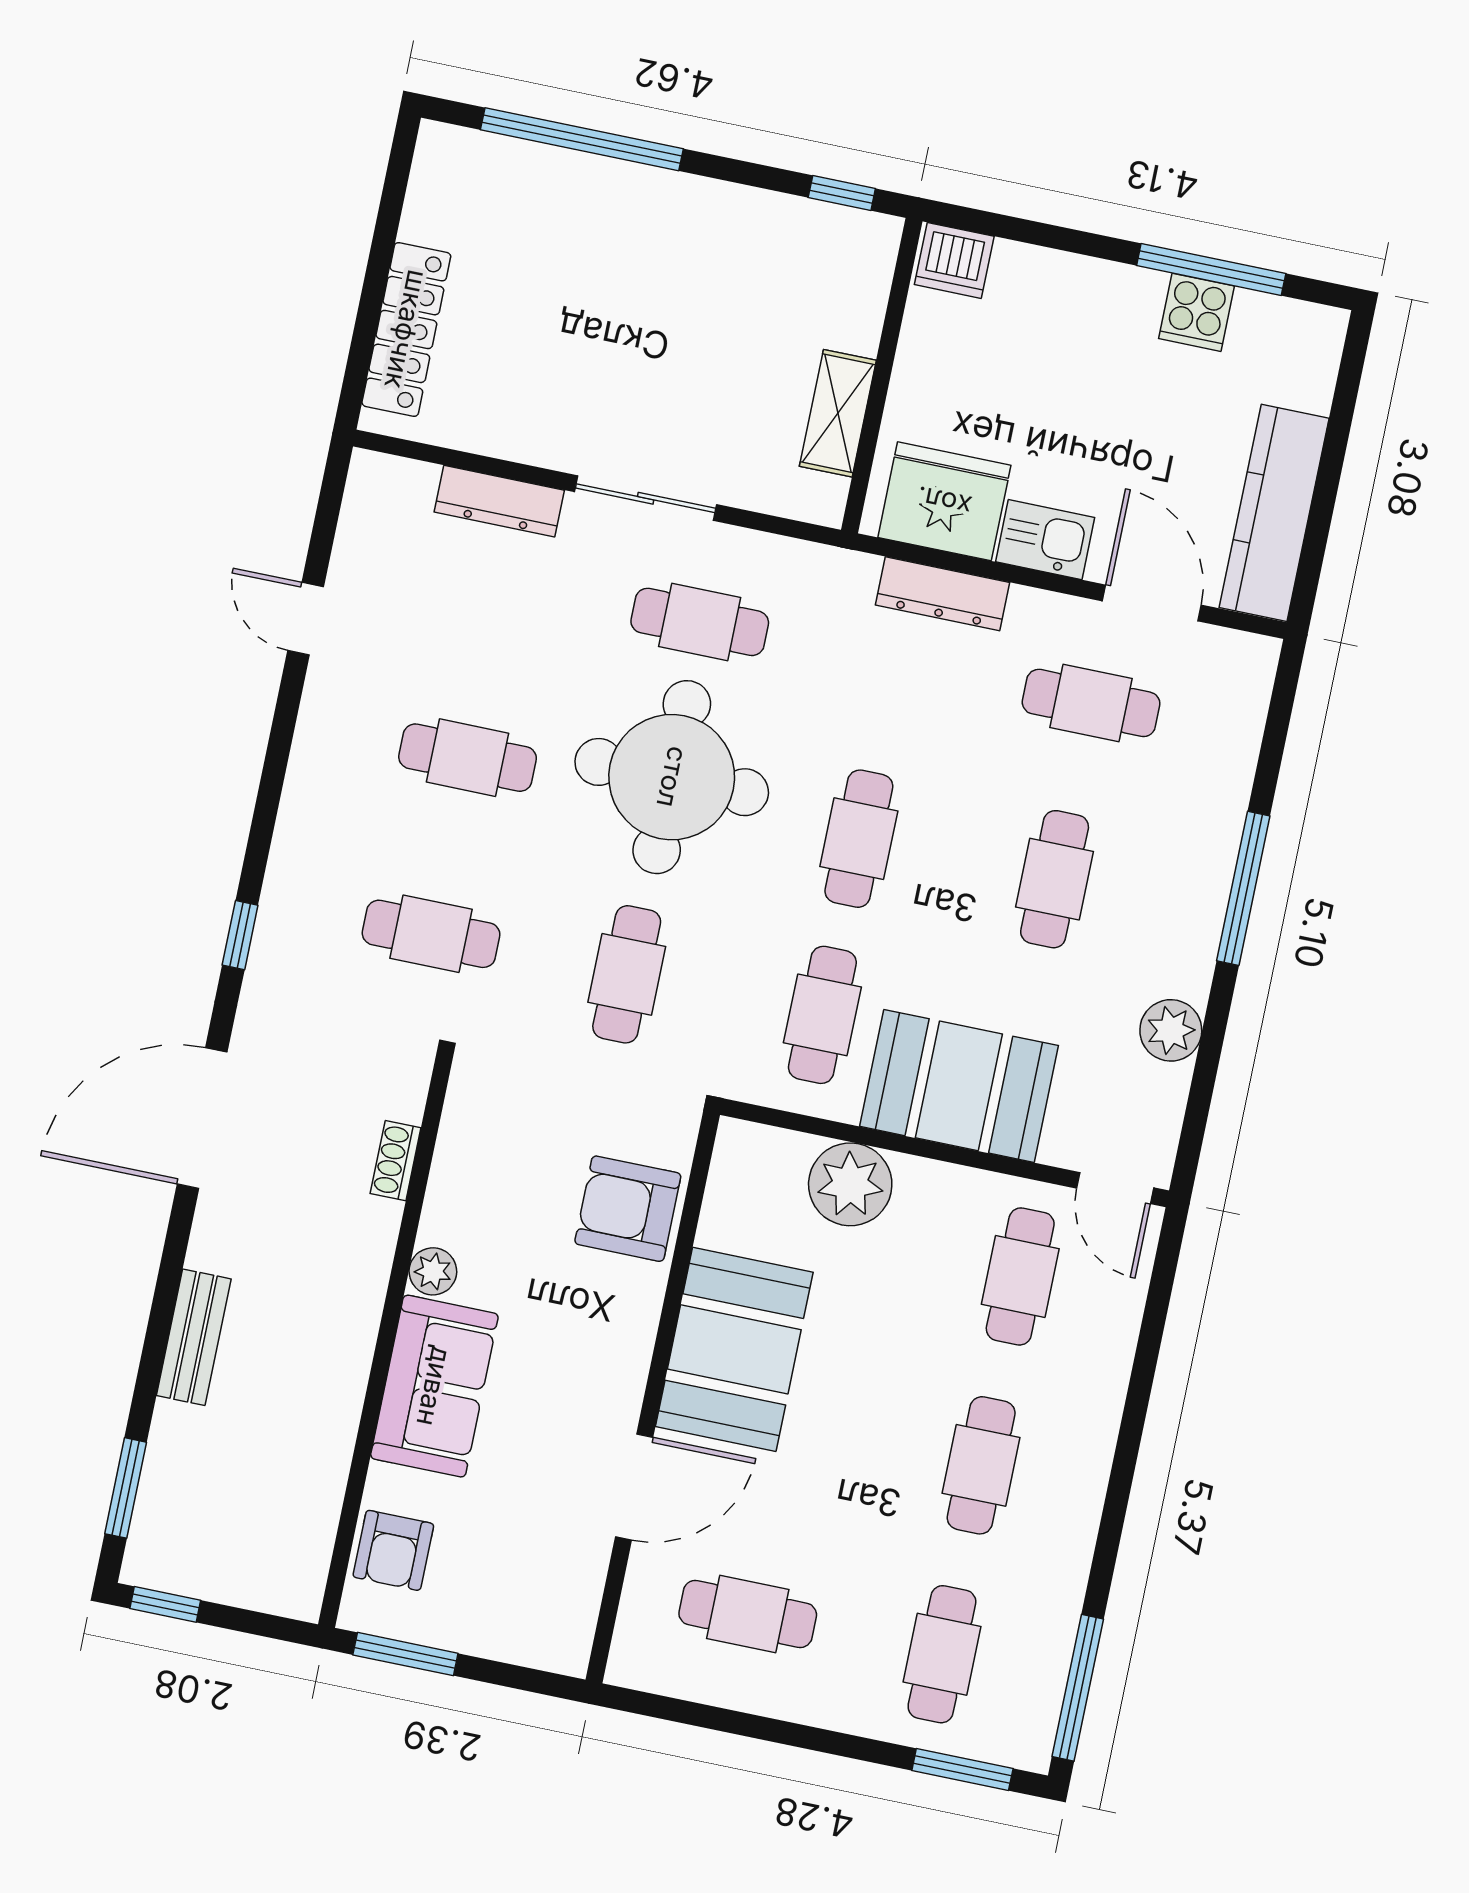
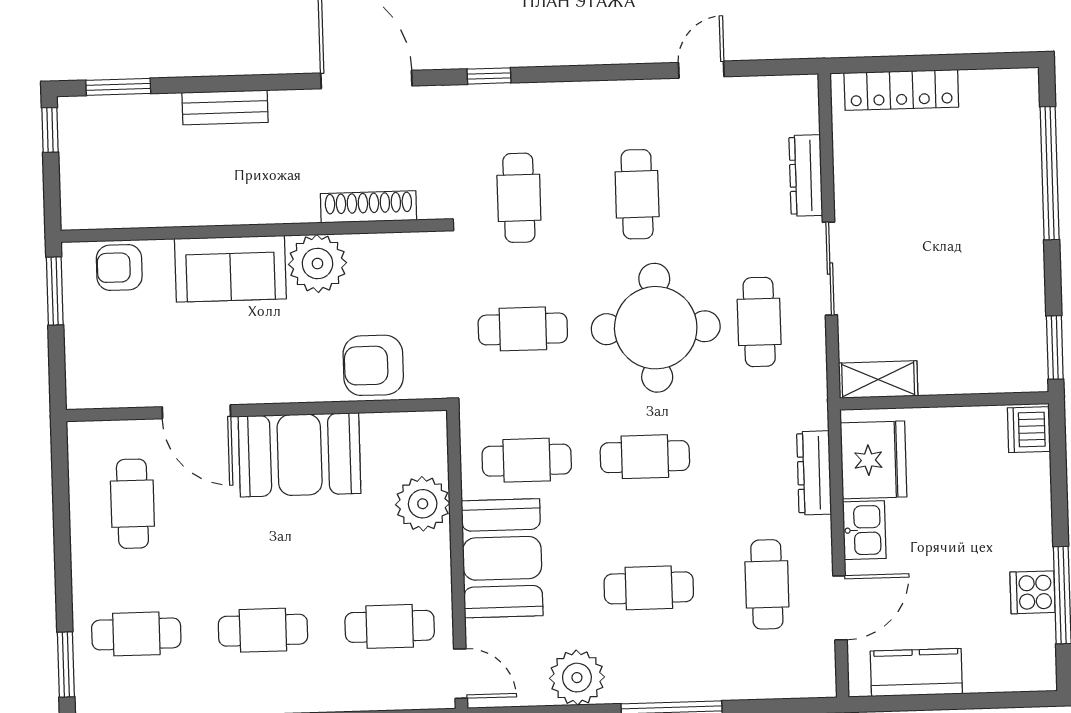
window: (842, 193) -> (1055, 347), width x1.50
shelving: (838, 413) -> (878, 379), moved
kitchen counter: (1274, 513) -> (916, 672), width x0.67
plant: (1171, 1030) -> (577, 678), width x1.36, depth x1.36
shoe rack: (396, 1161) -> (369, 207), width x1.94, depth x1.24
door: (1115, 1188) -> (461, 674), swing flipped
armchair: (628, 1209) -> (373, 365), turned -90
plant: (433, 1271) -> (317, 264), width x1.88, depth x1.88

